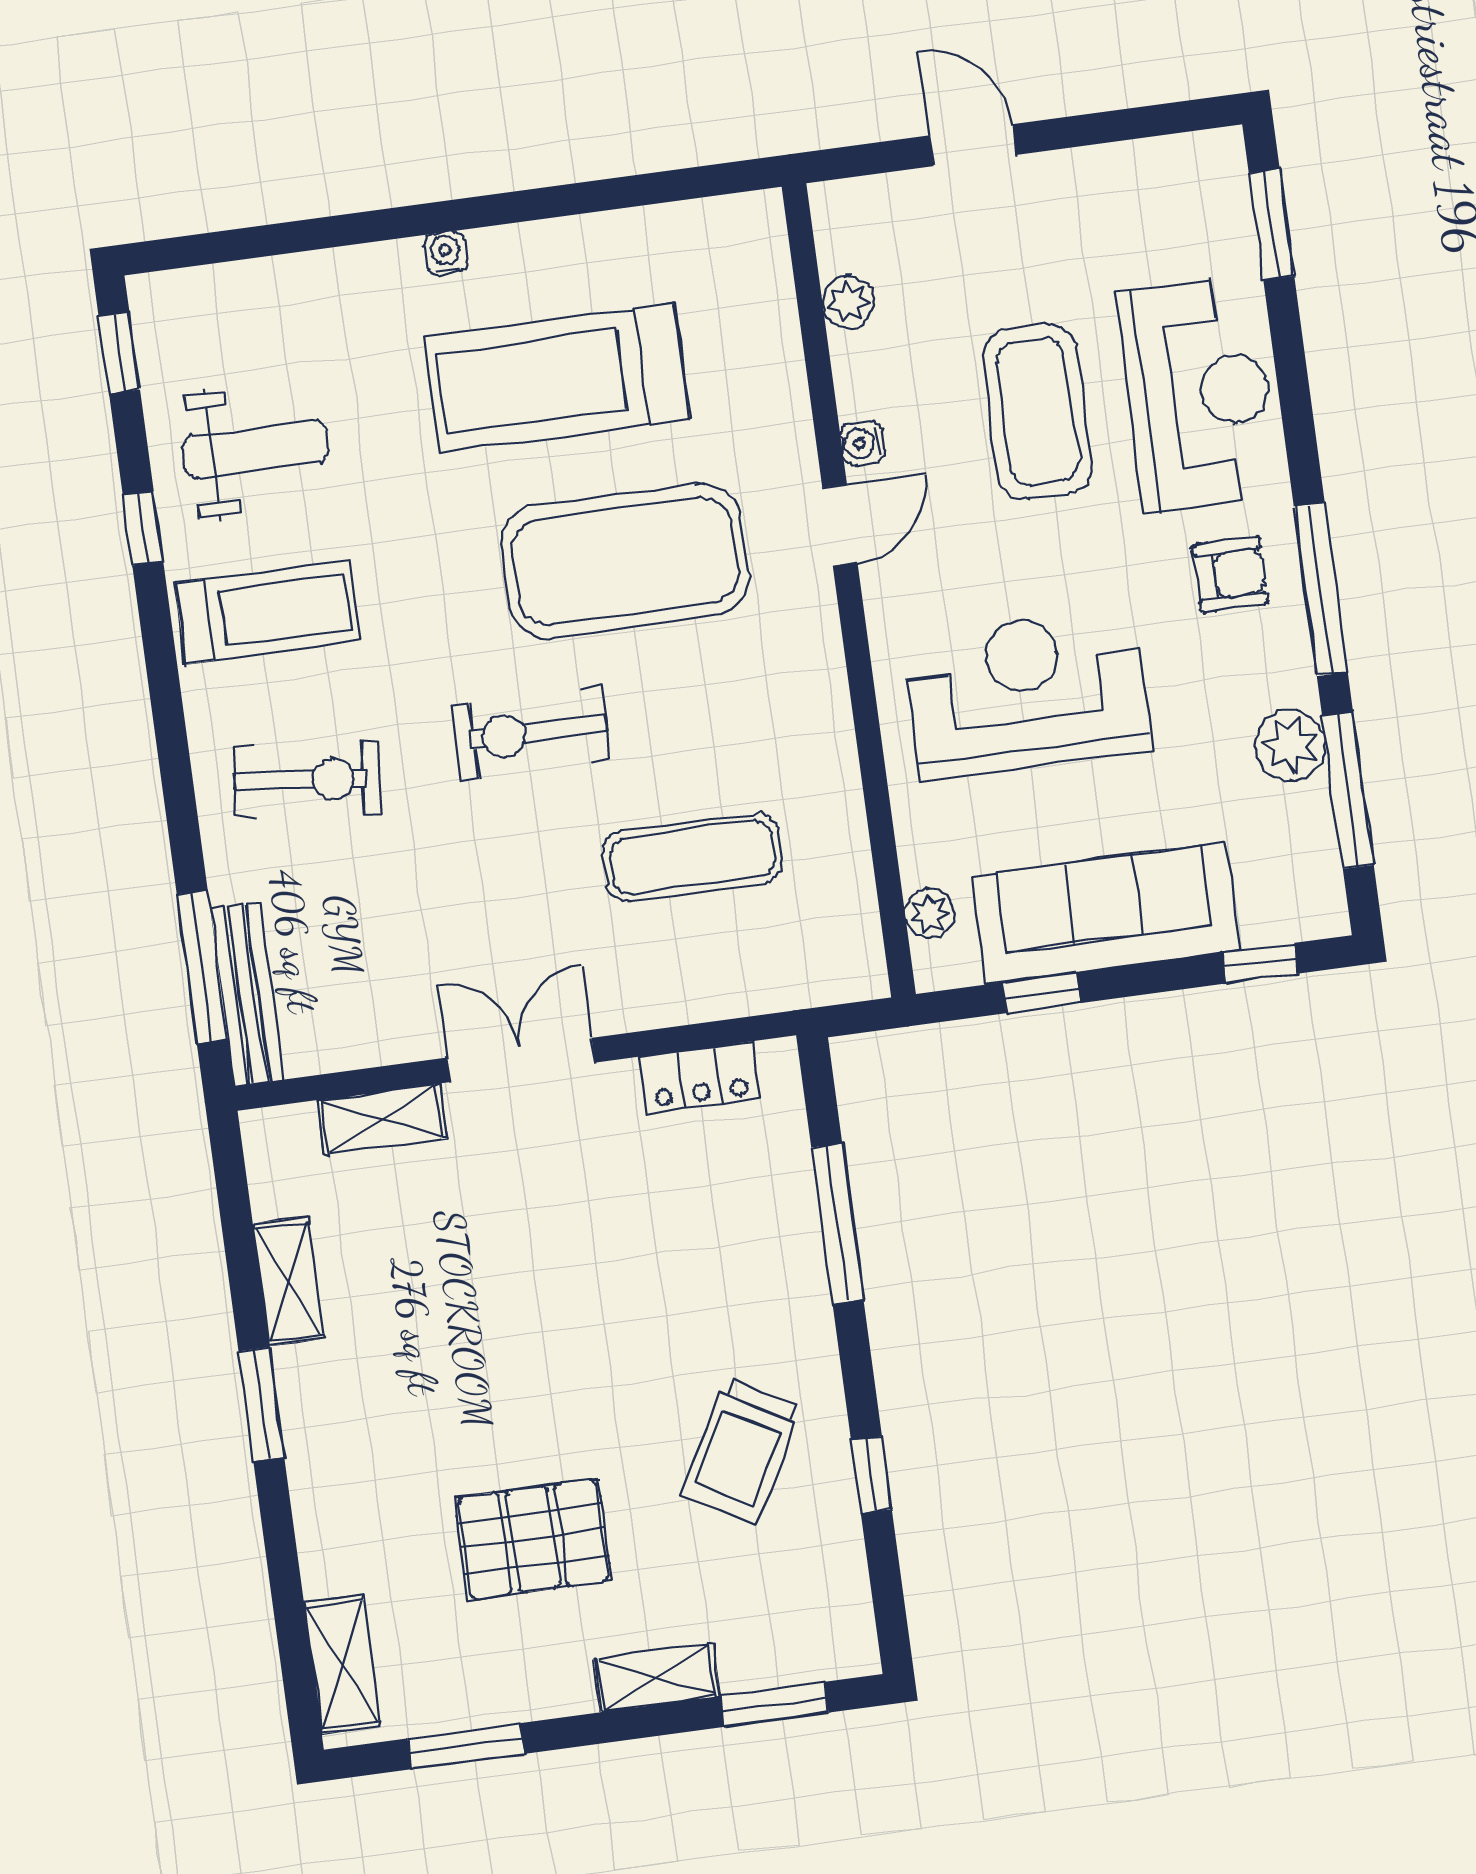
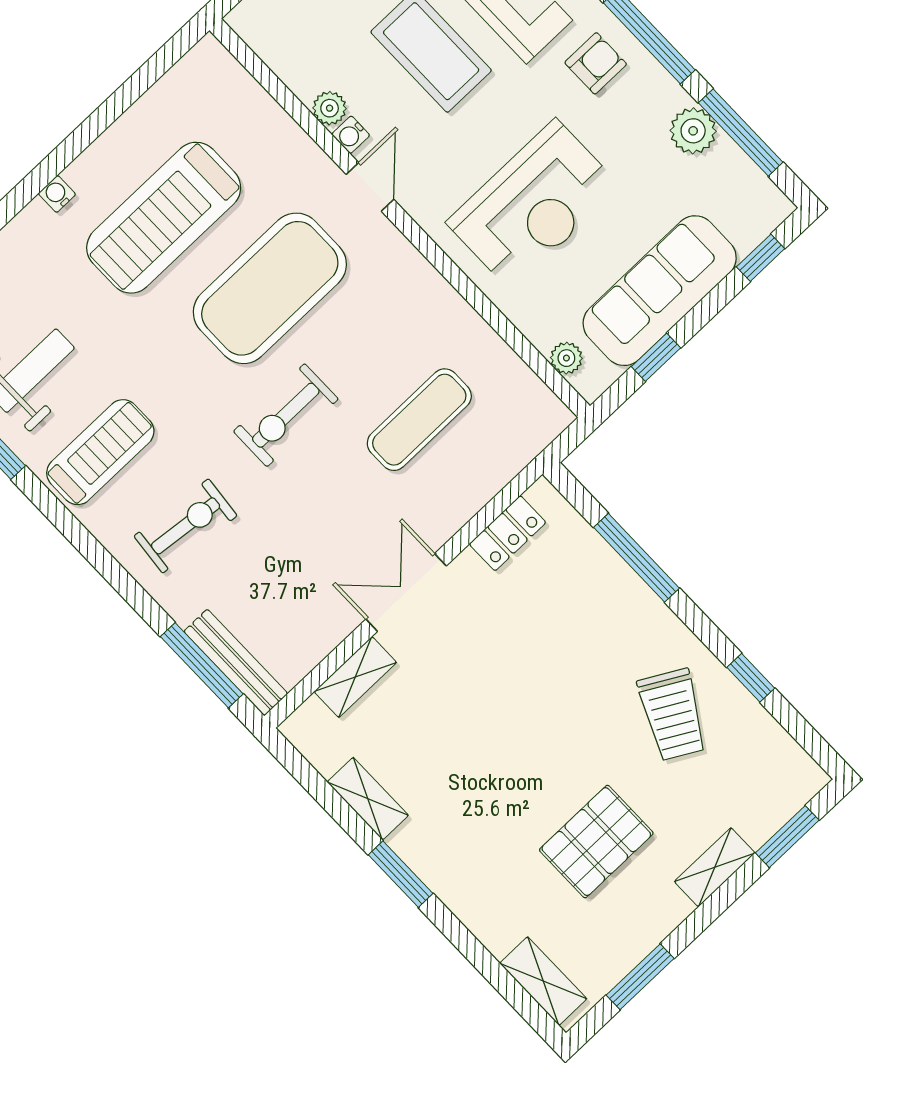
plant: (848, 302) -> (330, 108), moved
reception desk: (1026, 693) -> (533, 205), turned 180

